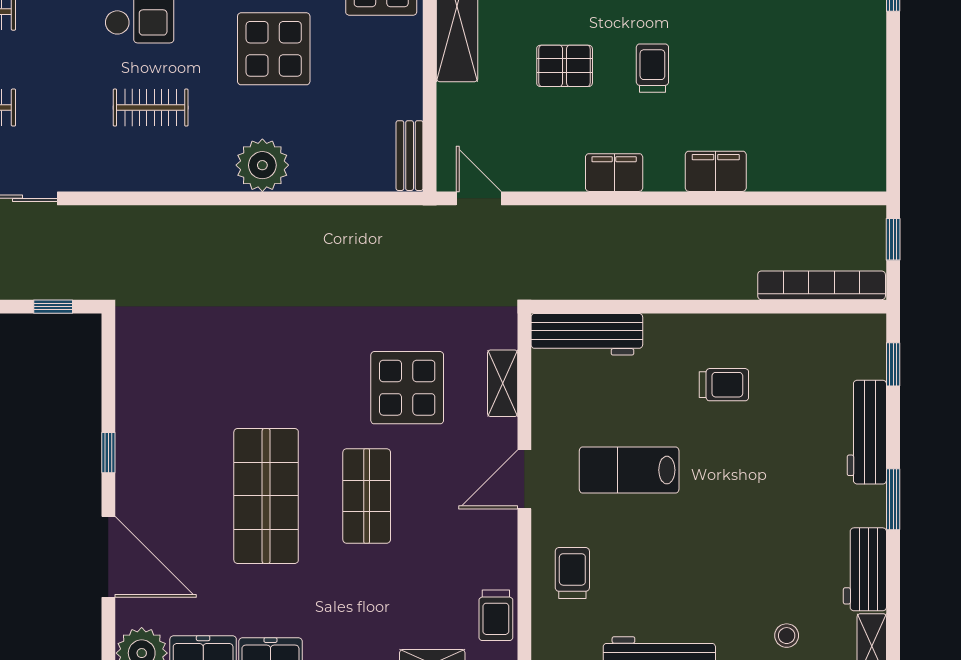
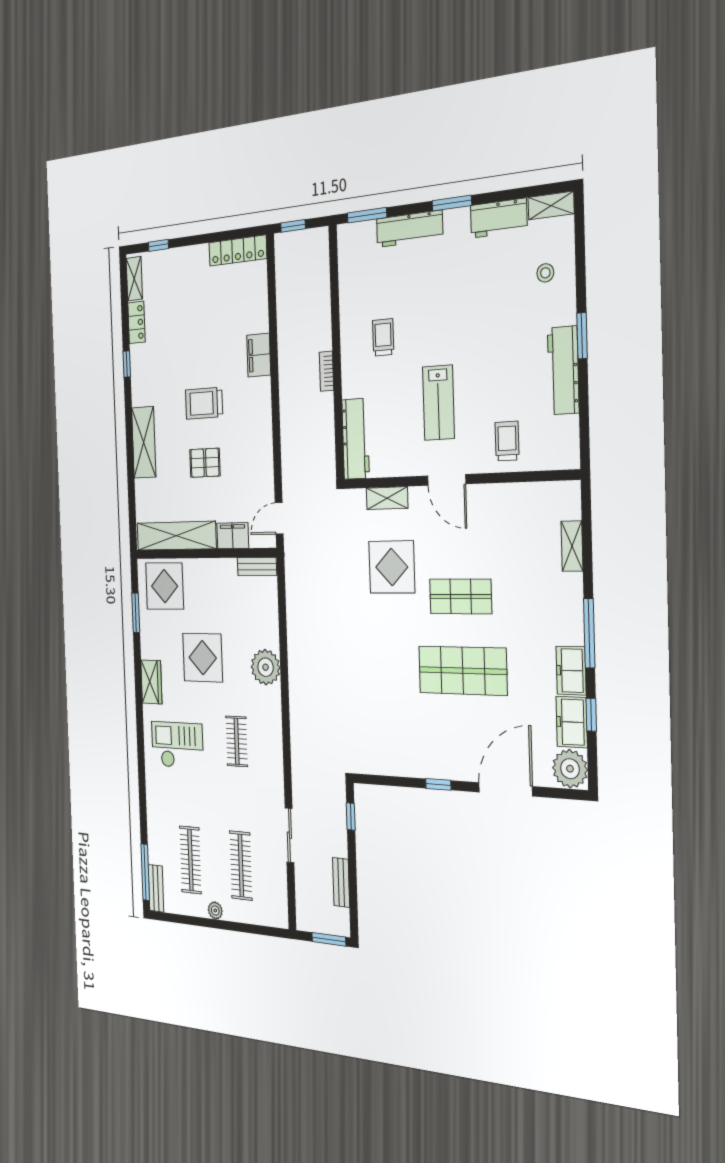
pallet: (565, 66) -> (205, 463), turned 90
trolley: (652, 68) -> (204, 403), width x1.36, depth x1.39
locker: (869, 140) -> (238, 251), added
filing cabinet: (614, 173) -> (233, 536), moved, turned 90
bookcase: (822, 285) -> (326, 371), moved, width x0.43, depth x0.76
window: (893, 364) -> (367, 215), width x1.50
trolley: (572, 573) -> (507, 441), turned 90
trolley: (496, 615) -> (537, 498), removed

